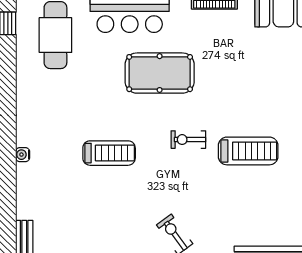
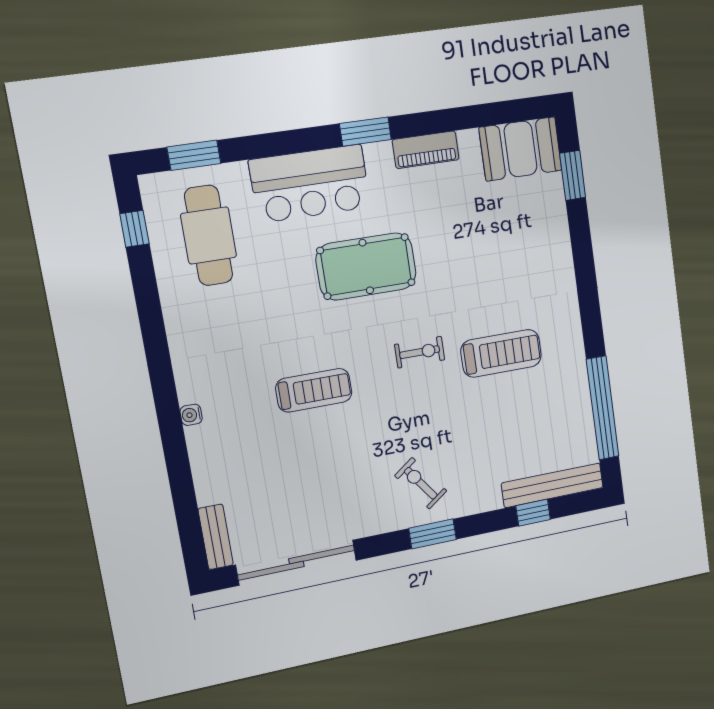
exercise bike: (188, 140) -> (420, 352), turned 180

